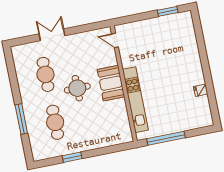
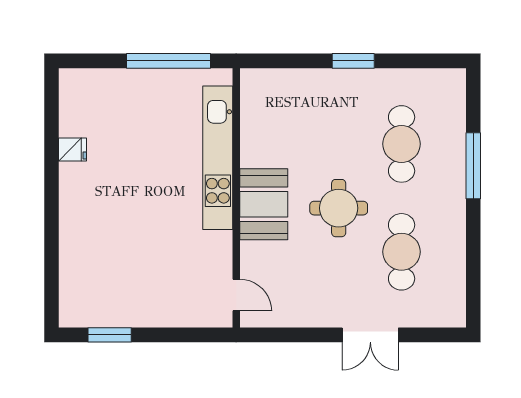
window: (72, 157) -> (353, 61), moved

